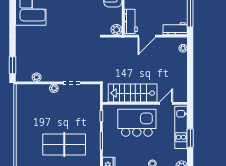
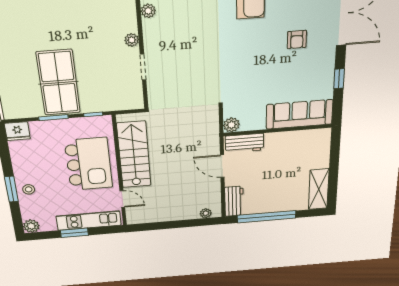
table tennis table: (64, 144) -> (58, 83), moved

